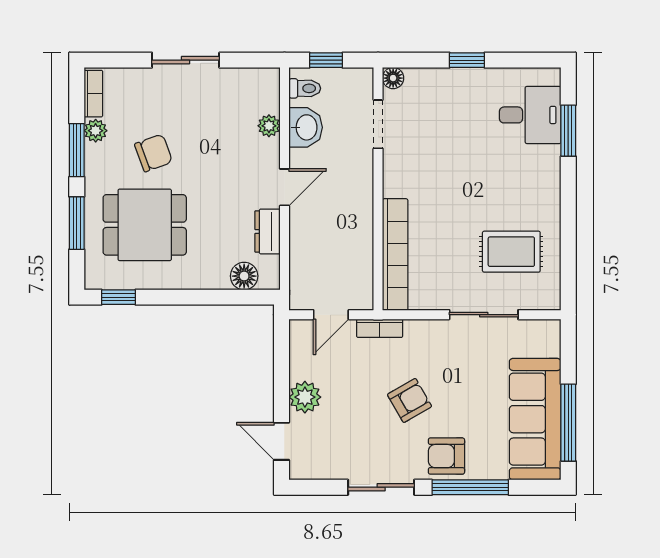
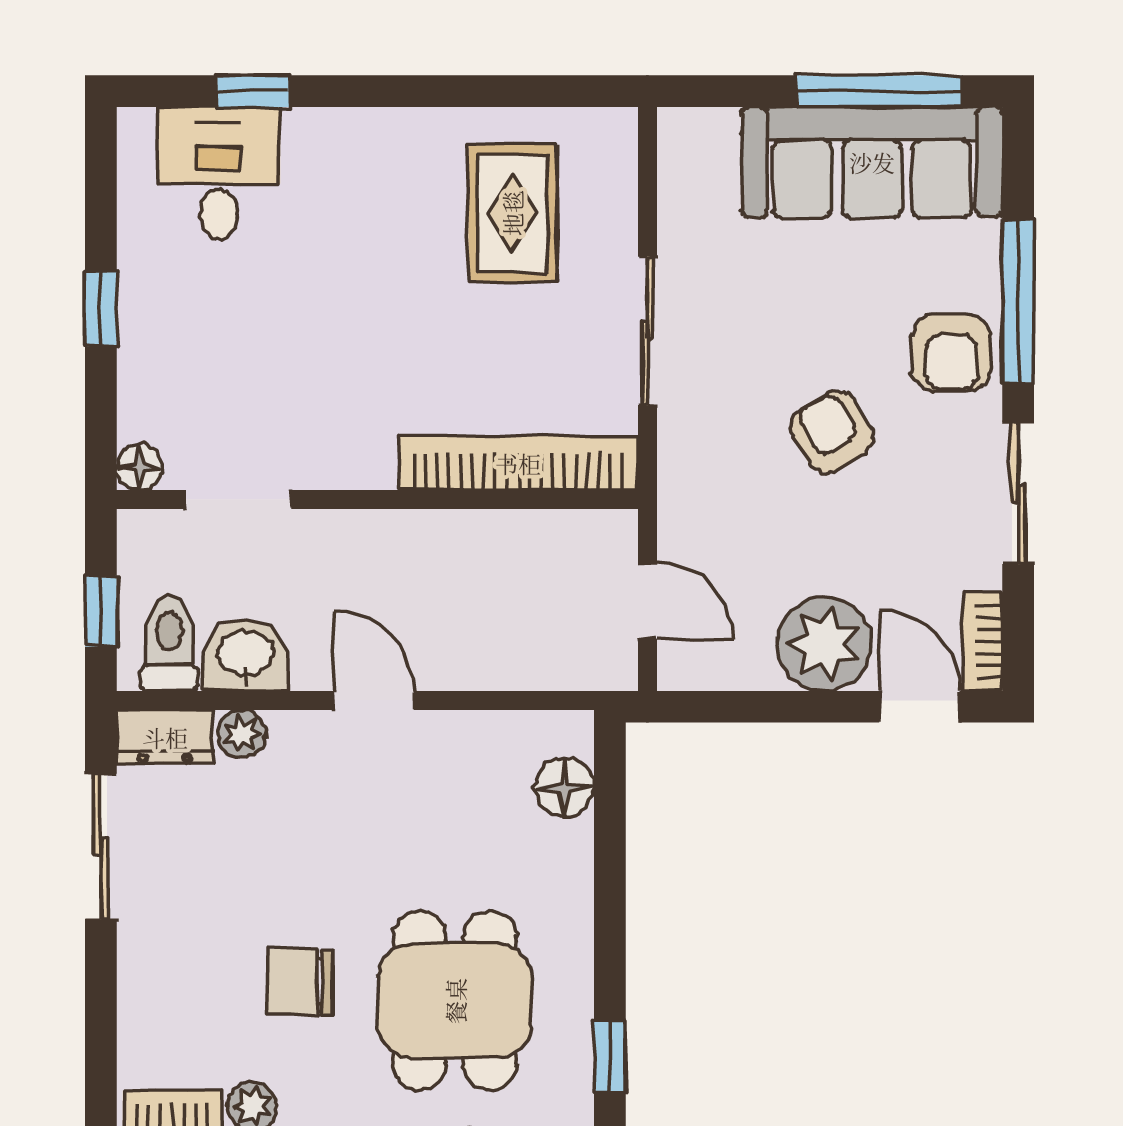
sliding door: (186, 60) -> (101, 846), moved
toilet: (305, 88) -> (169, 644), width x1.37, depth x1.39
window: (568, 131) -> (252, 91), width x0.67
chair: (154, 153) -> (300, 982), turned -70
dresser: (267, 231) -> (165, 737), moved
sliding door: (484, 315) -> (647, 331), moved
bookcase: (380, 328) -> (983, 642), moved, turned 180
plant: (305, 397) -> (825, 644), width x1.36, depth x1.36
door: (282, 441) -> (919, 707), swing flipped

